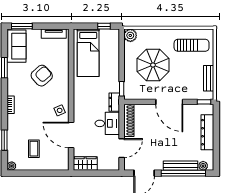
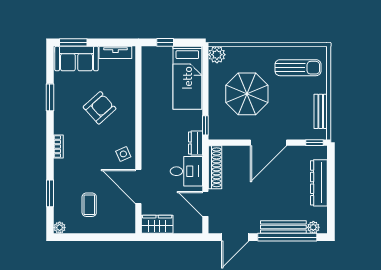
window: (104, 26) -> (165, 42), moved
sofa: (17, 46) -> (77, 59), moved, turned 90
bed: (88, 53) -> (187, 78), moved
door: (169, 102) -> (268, 143), hinge flipped
door: (122, 148) -> (205, 204), swing flipped

